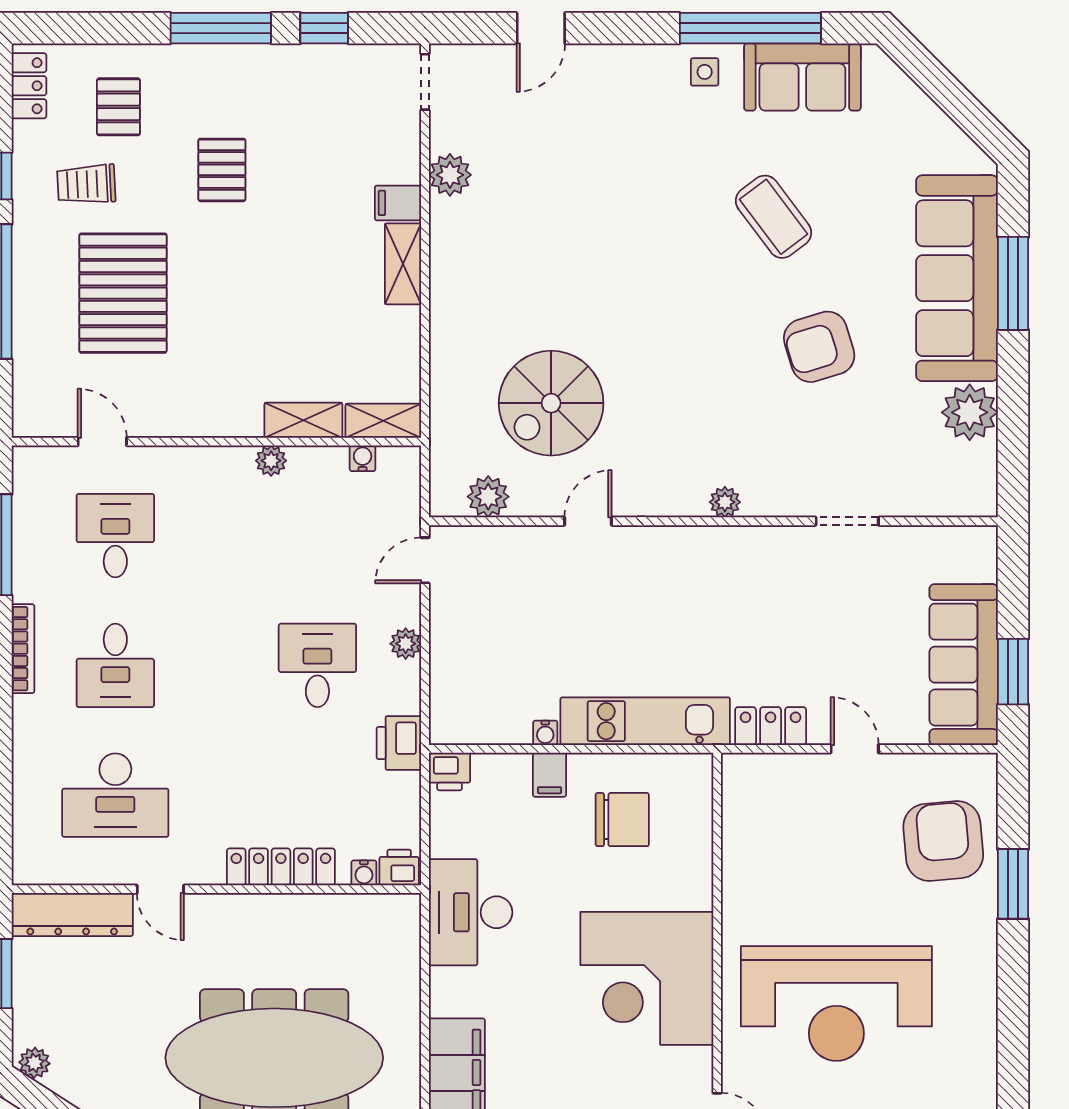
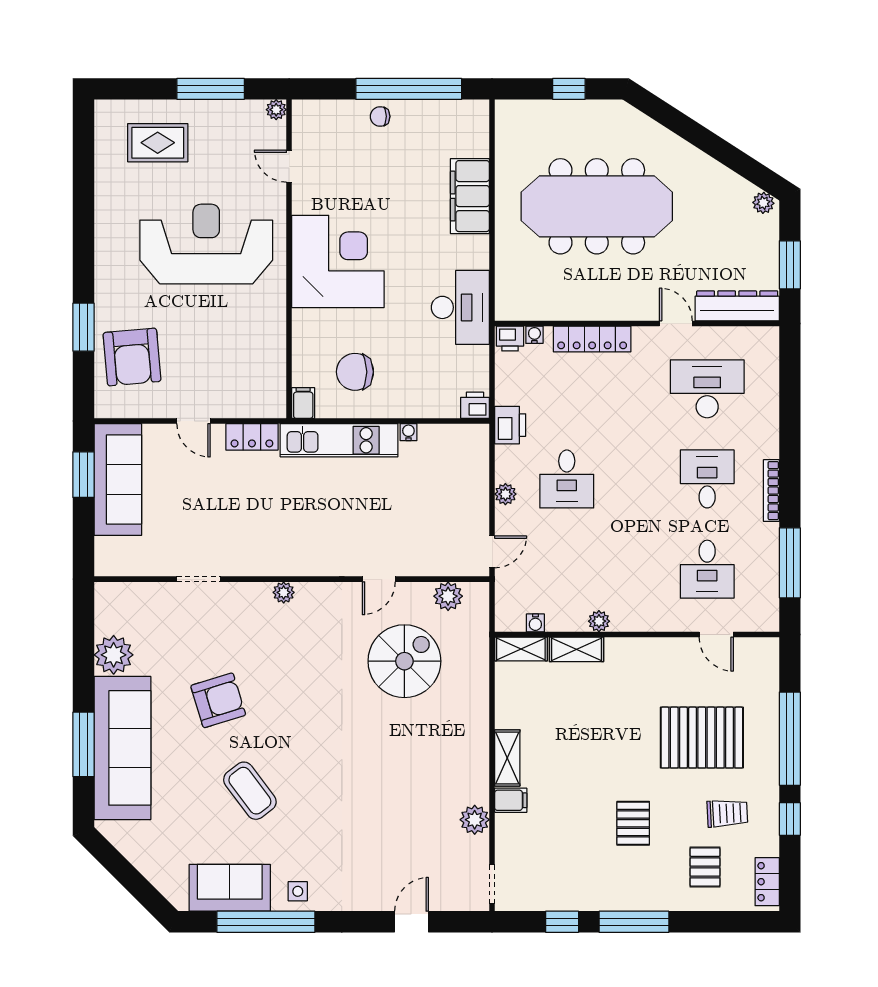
pallet: (123, 293) -> (702, 738), turned 90
filing cabinet: (550, 775) -> (303, 403), moved

